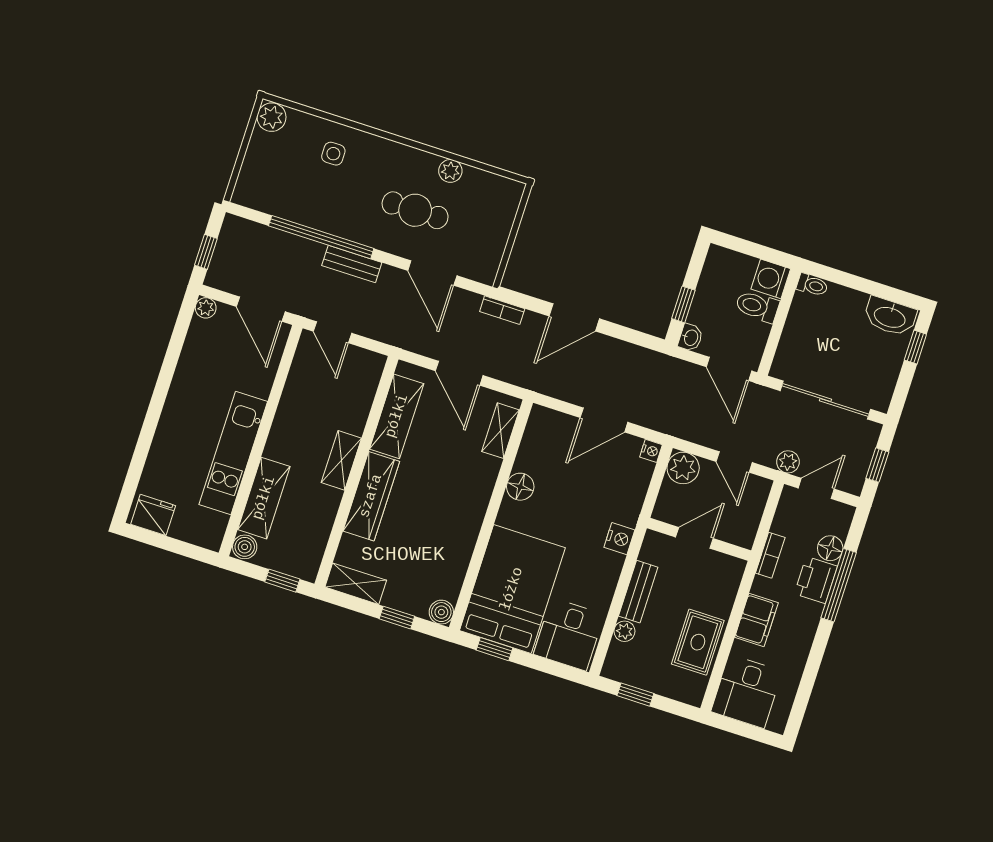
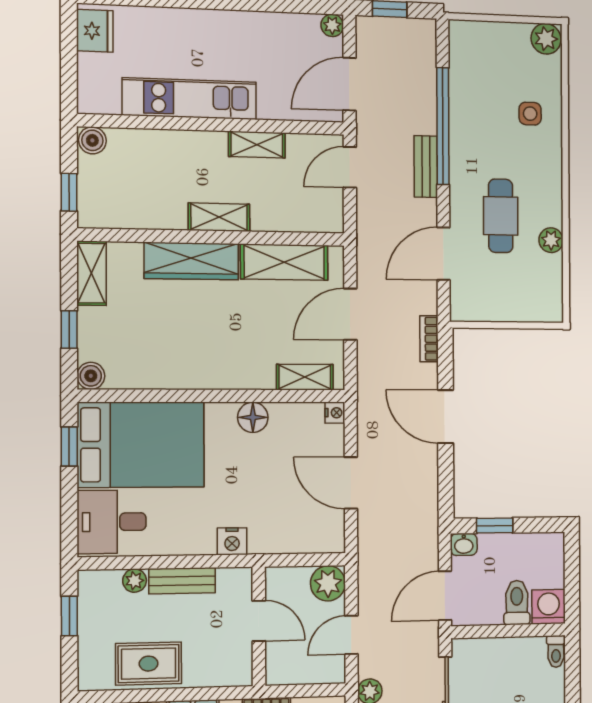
nightstand: (651, 451) -> (335, 413), moved, turned -90
shelving: (264, 498) -> (257, 145), moved, width x0.67, depth x0.75

